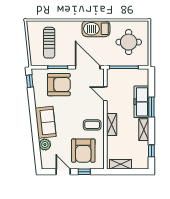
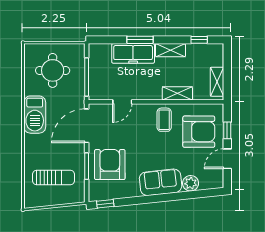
shelving: (112, 124) -> (177, 93), moved

